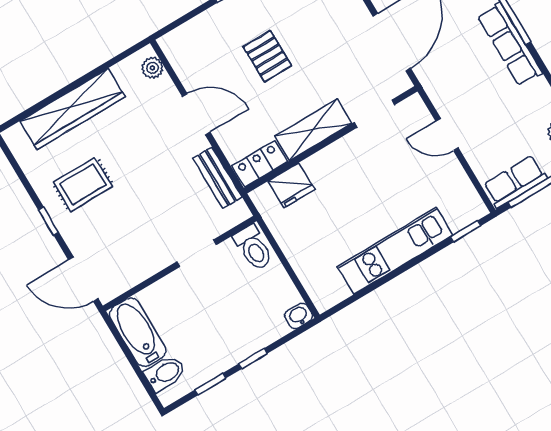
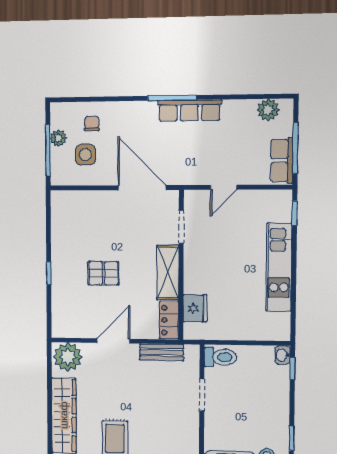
plant: (152, 68) -> (68, 357), width x1.87, depth x1.87
window: (253, 359) -> (292, 368), moved

